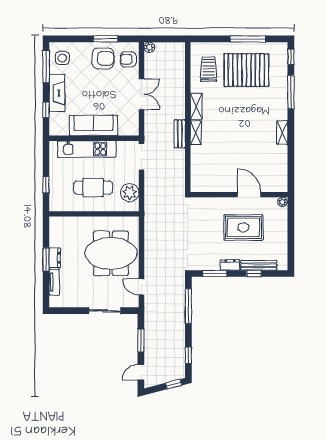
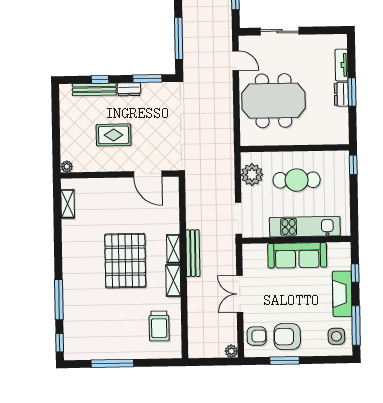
pallet: (246, 70) -> (125, 261), moved, turned 90
shelving: (282, 133) -> (68, 204), moved
bench: (180, 134) -> (193, 253), width x1.36
window: (46, 185) -> (353, 165), moved
door: (249, 195) -> (148, 174), moved
rug: (243, 227) -> (114, 135), width x0.73, depth x0.70

